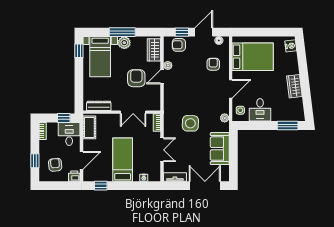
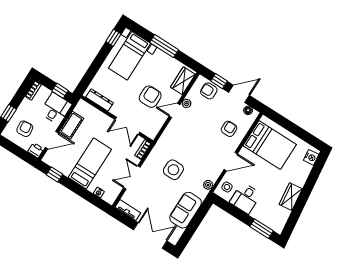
plant: (124, 43) -> (160, 57), removed
cot: (89, 127) -> (71, 125), moved
double door: (162, 150) -> (132, 177), swing flipped

